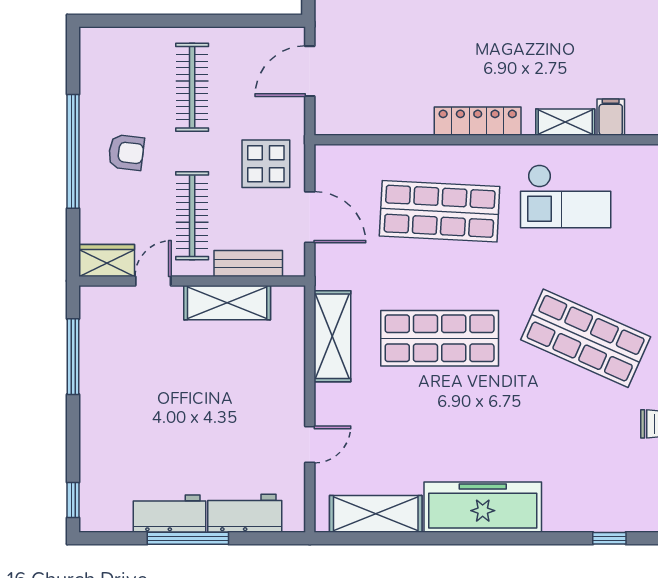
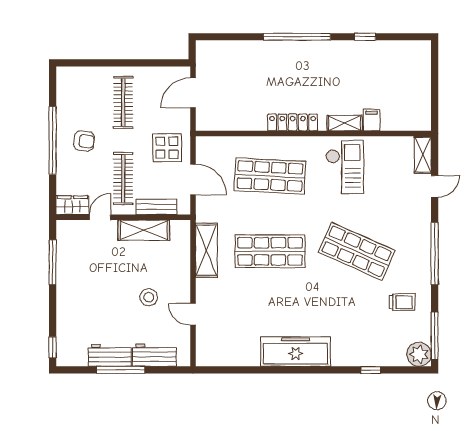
checkout: (566, 196) -> (345, 167), turned -90
stool: (235, 416) -> (149, 297), added
door: (310, 444) -> (193, 314), swing flipped
shelving: (376, 514) -> (232, 356), removed

